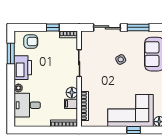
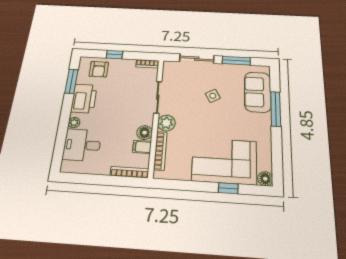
window: (53, 27) -> (114, 55), moved
armchair: (31, 42) -> (99, 69), turned 90
plant: (87, 84) -> (166, 123), added

